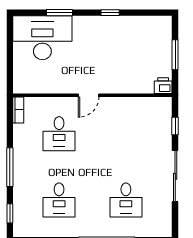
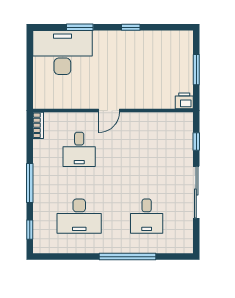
desk: (59, 200) -> (79, 216), width x1.37

